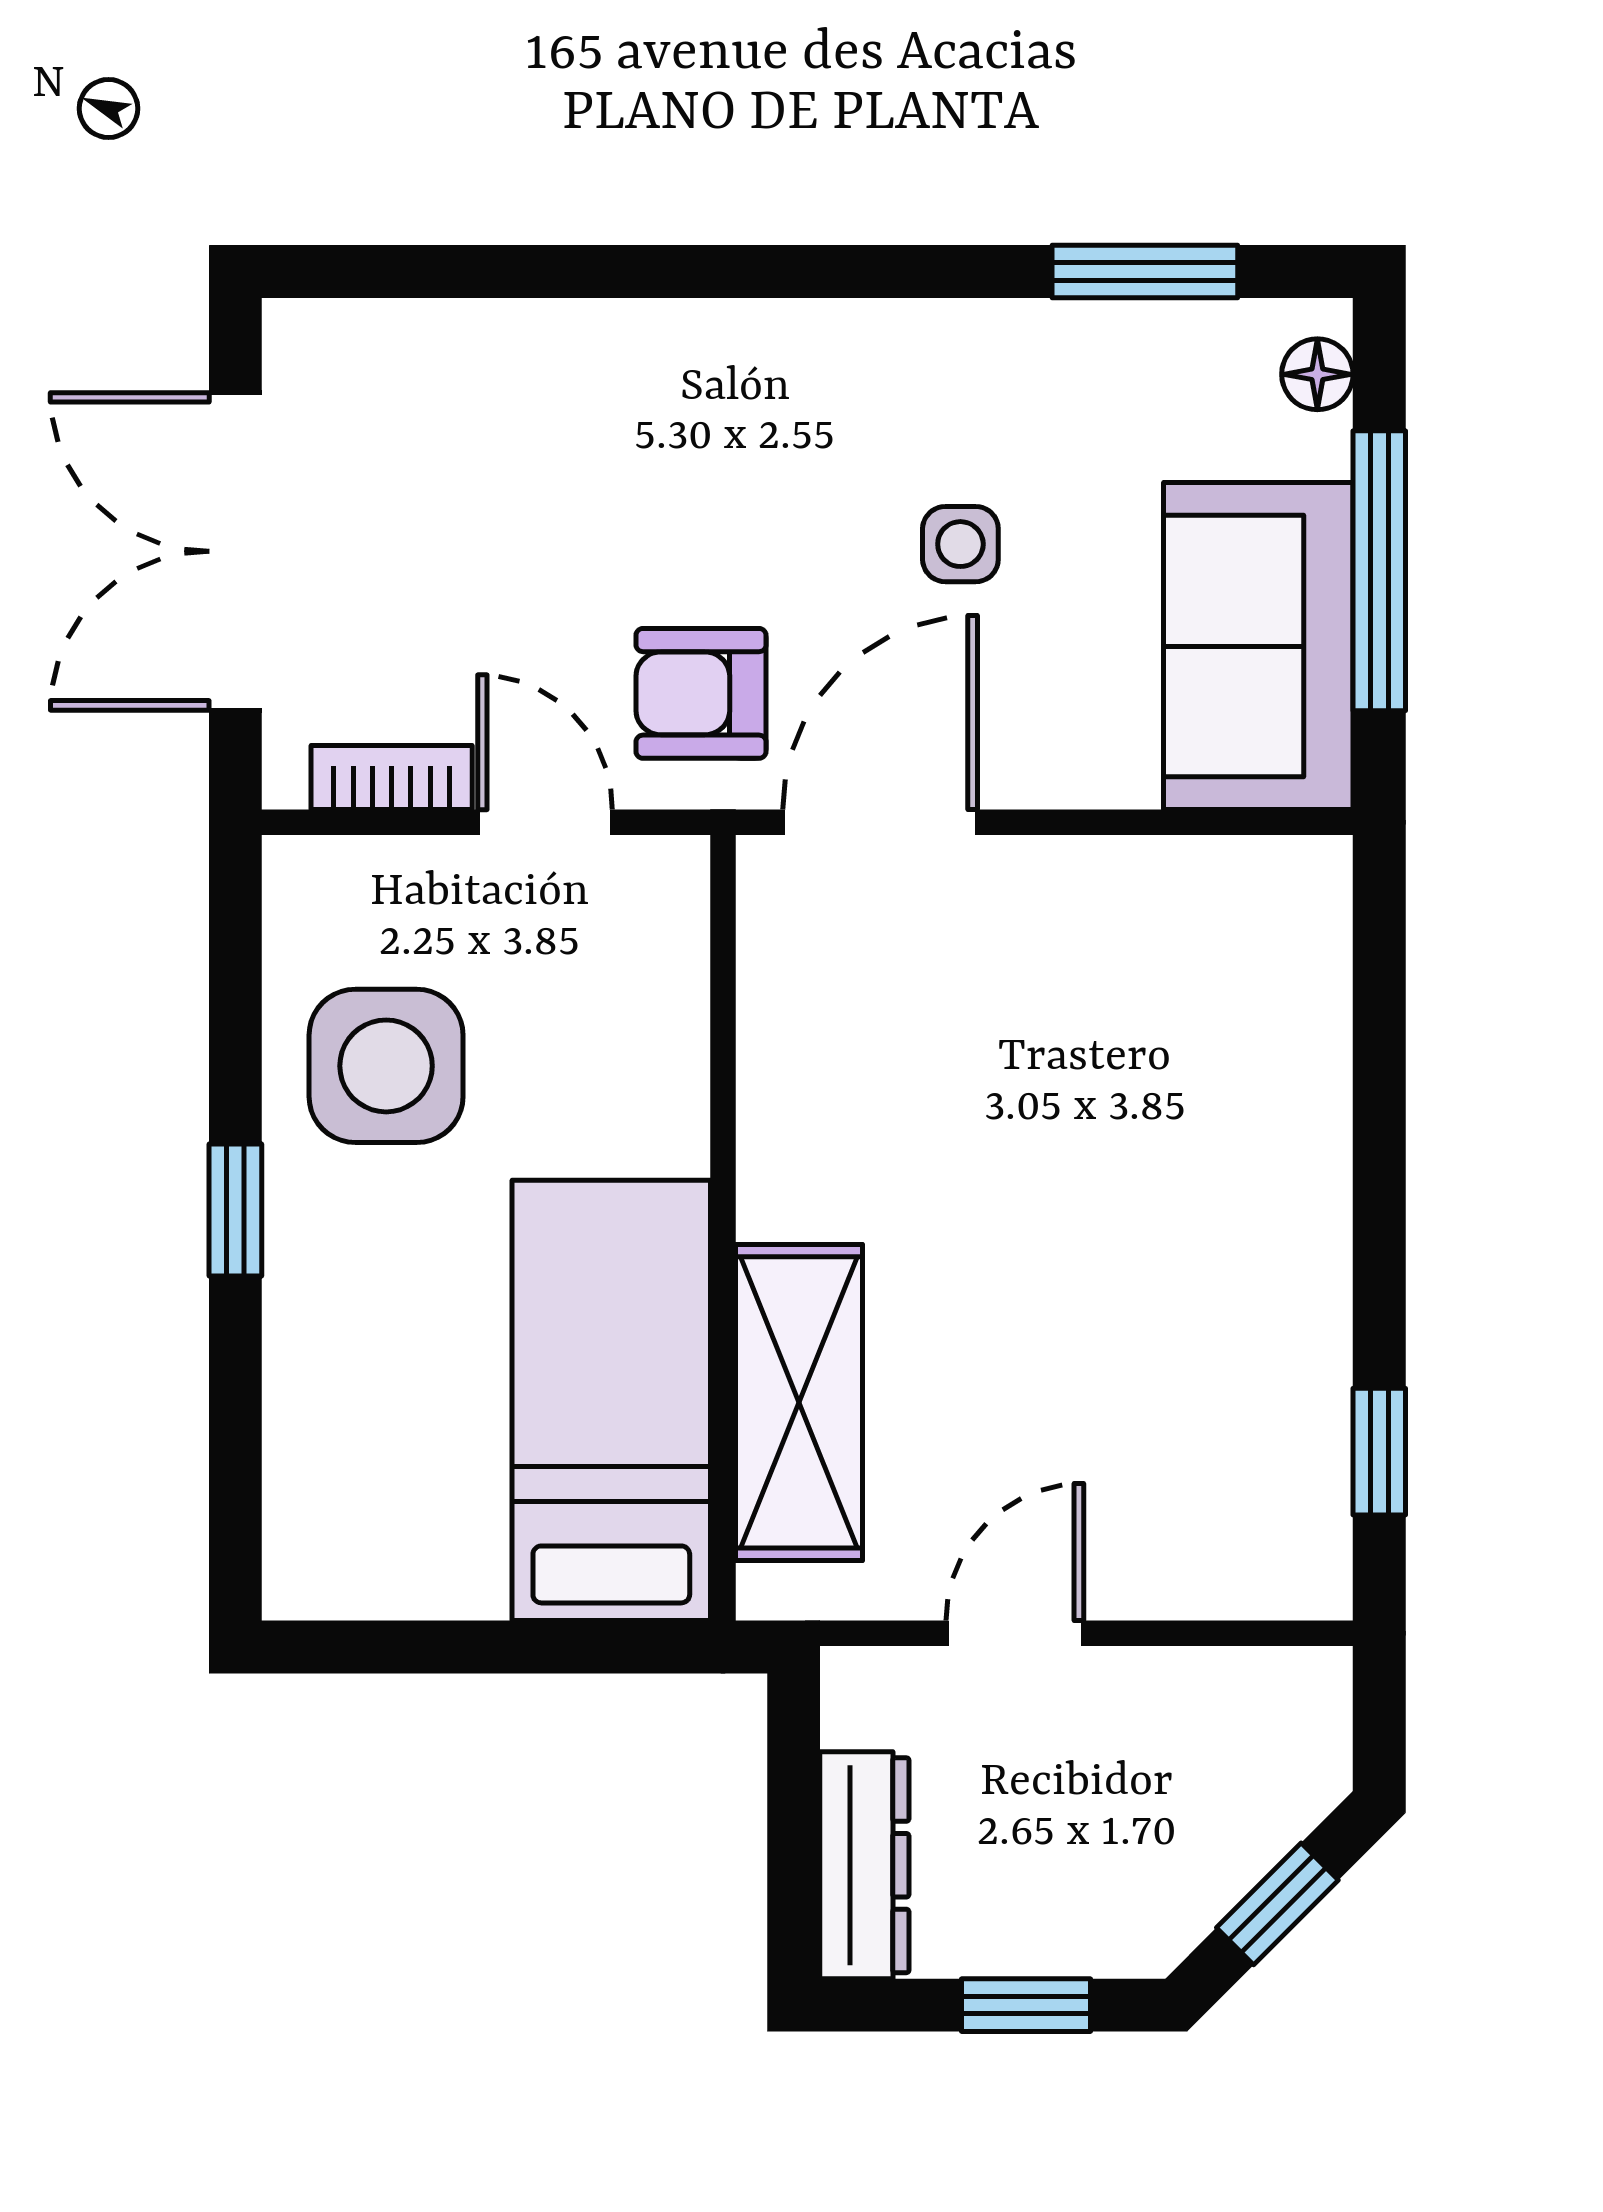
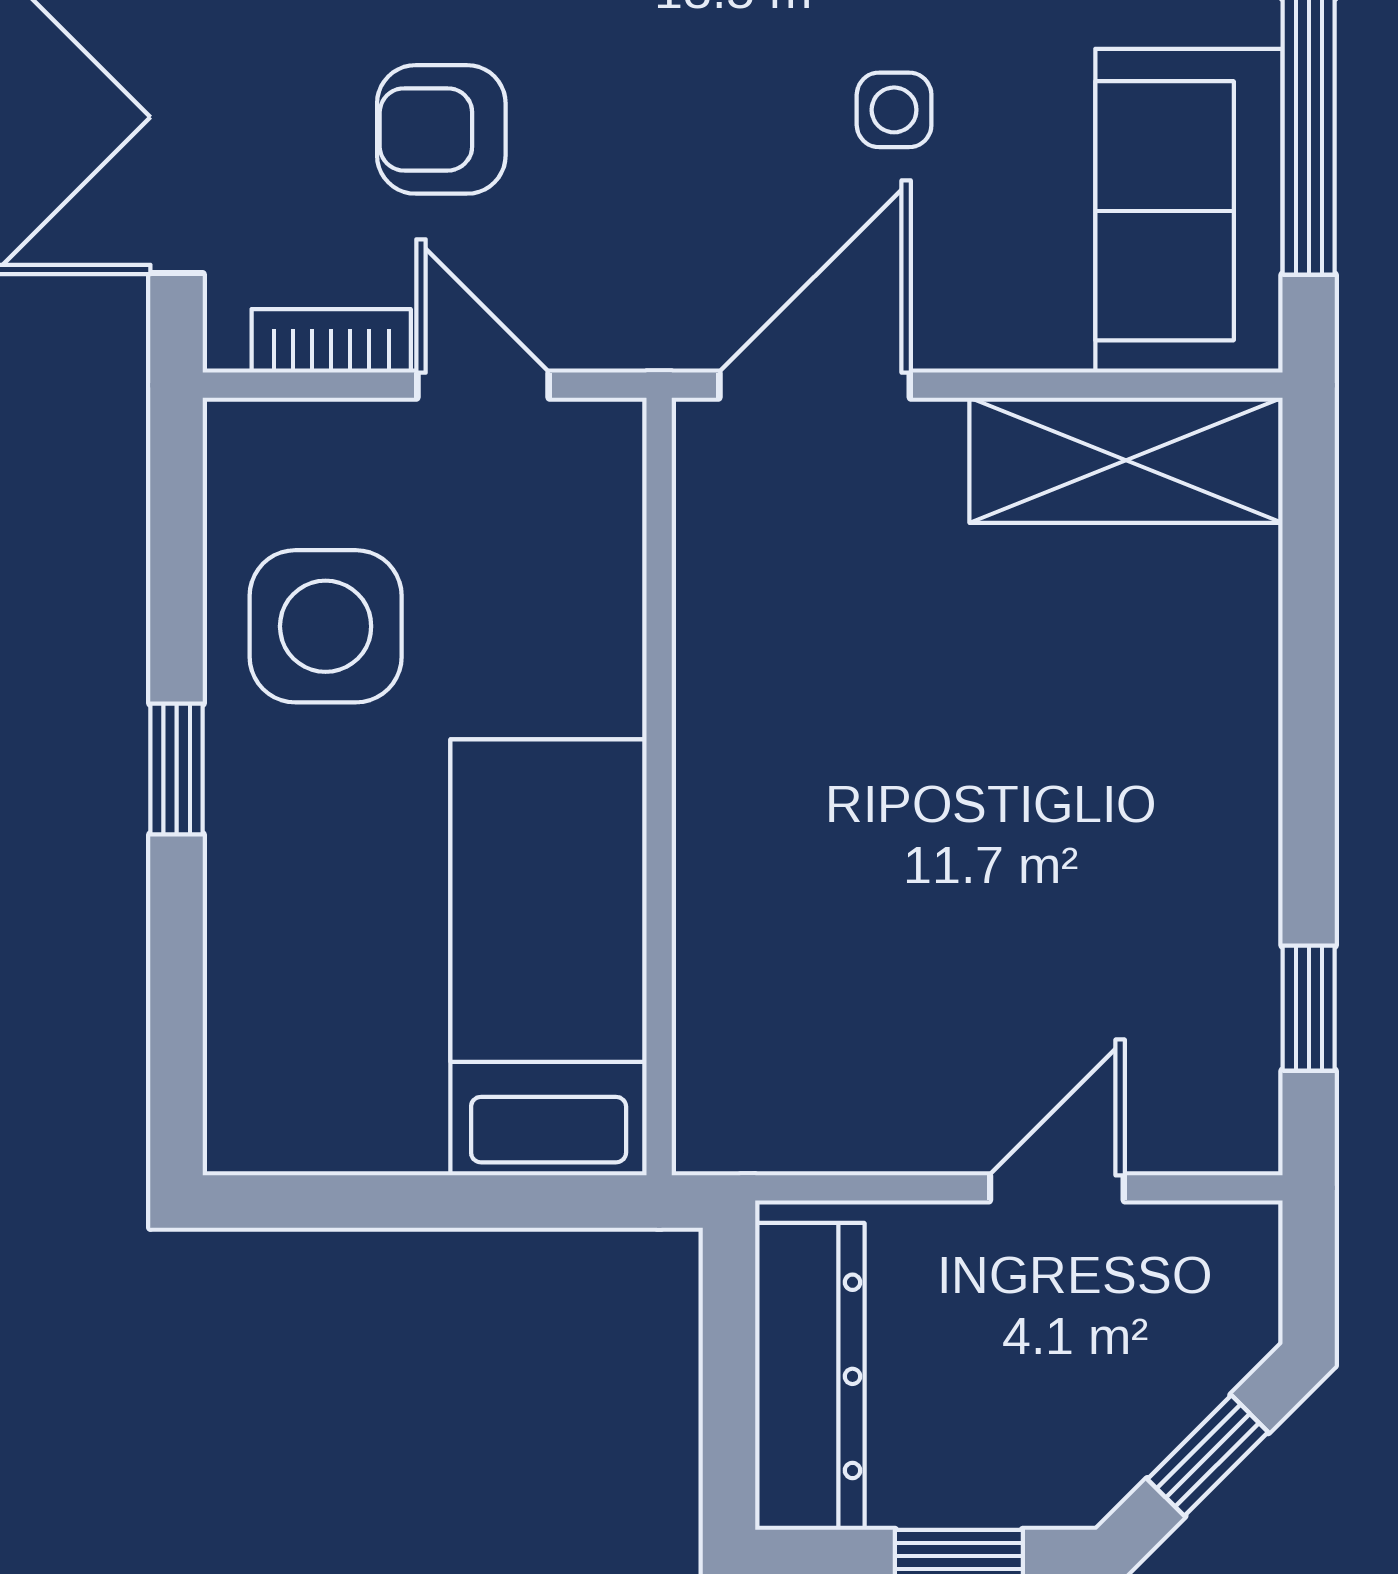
armchair: (701, 693) -> (441, 129), moved
shelving: (799, 1402) -> (1126, 460), moved, turned 90
door: (1015, 1633) -> (1057, 1188), moved
dresser: (864, 1865) -> (810, 1376), width x1.37, depth x1.24

